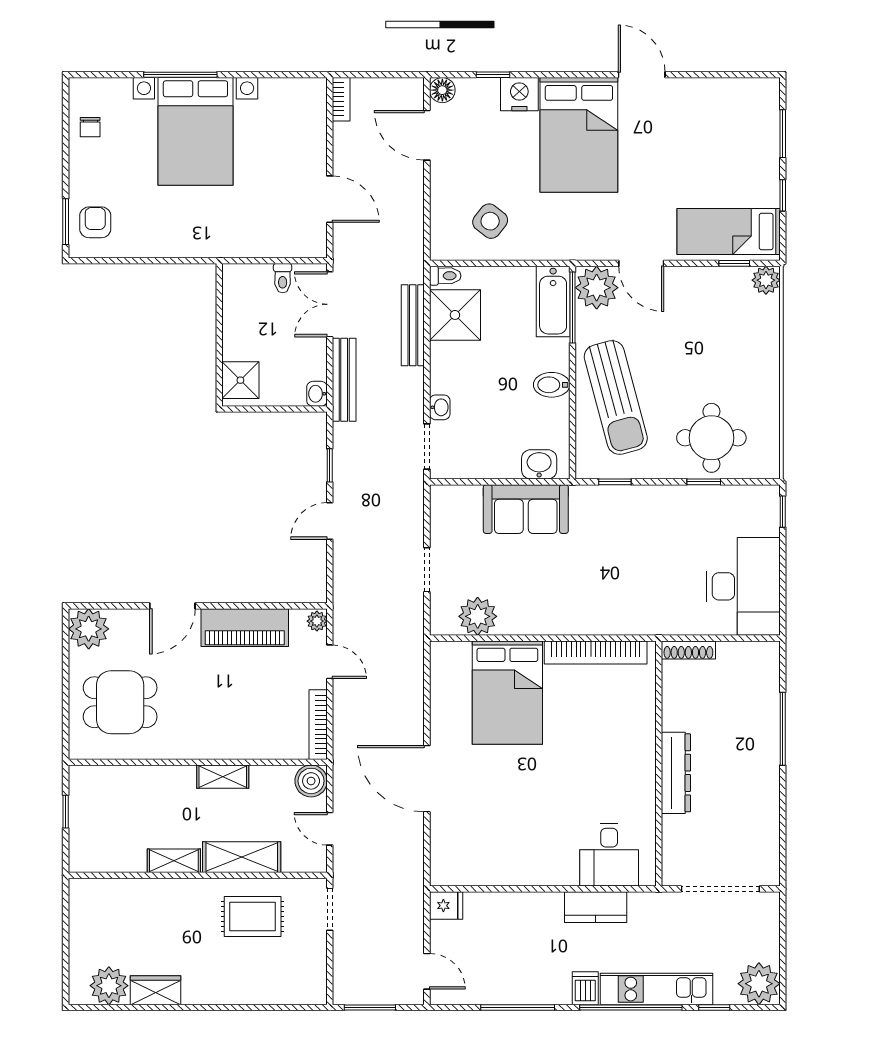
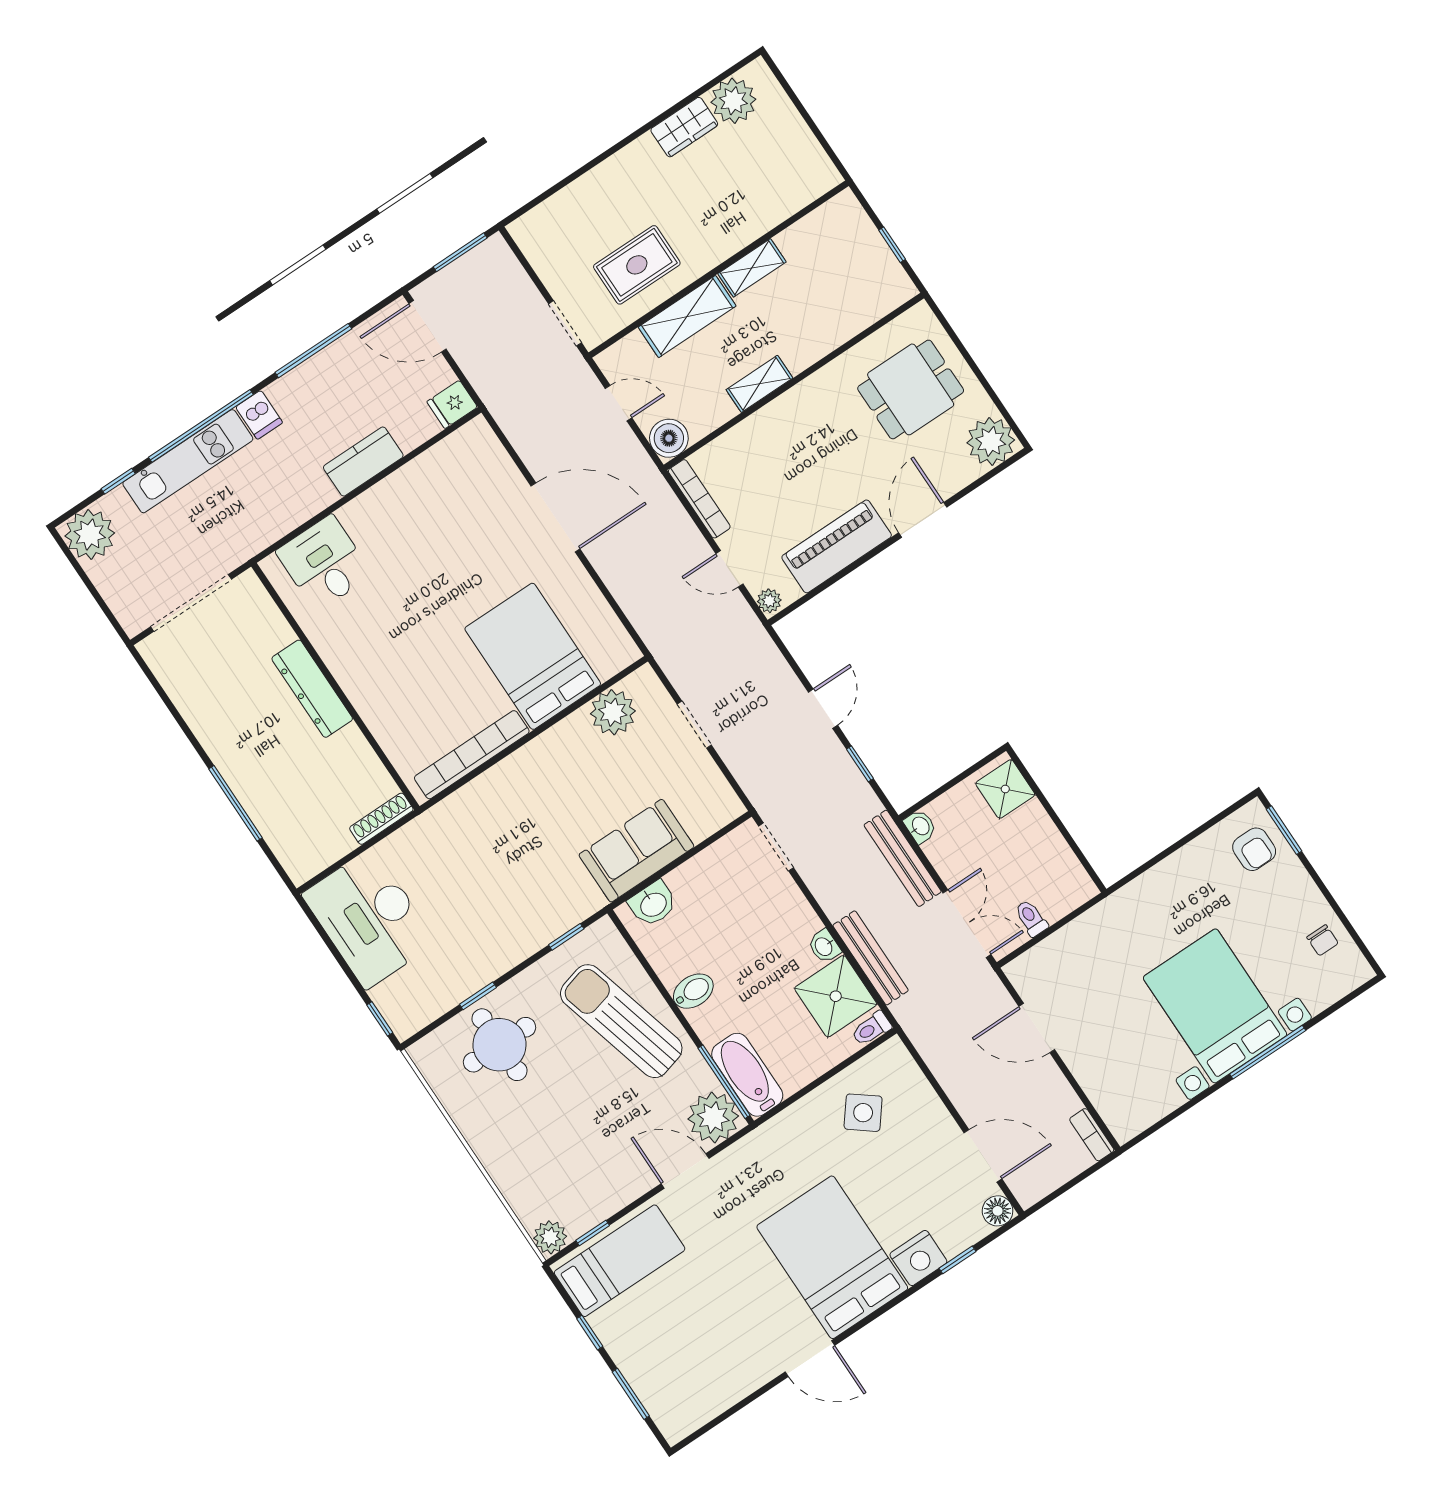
chair: (90, 127) -> (1323, 940), turned 180
washbasin: (440, 407) -> (824, 946), moved
kitchen counter: (596, 907) -> (363, 461), moved
door: (427, 971) -> (428, 326), width x1.38

